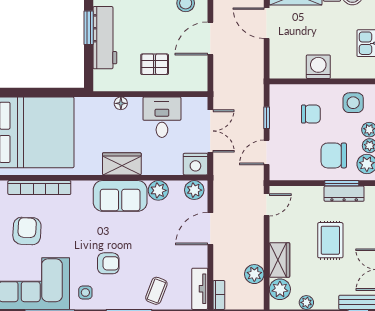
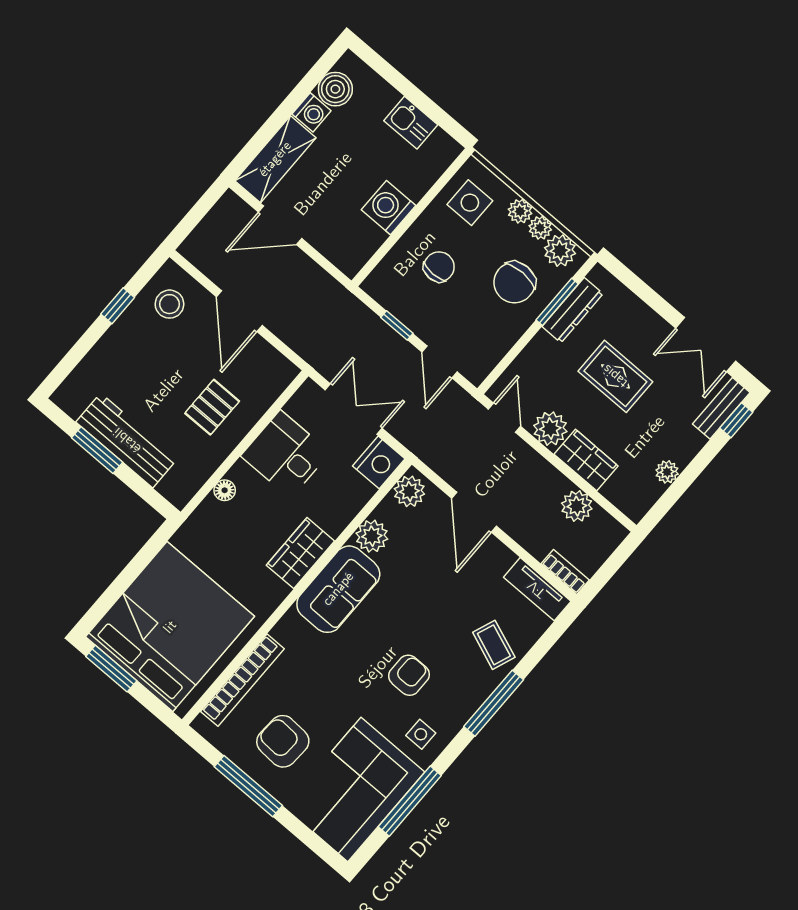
plant: (280, 289) -> (550, 429), moved

